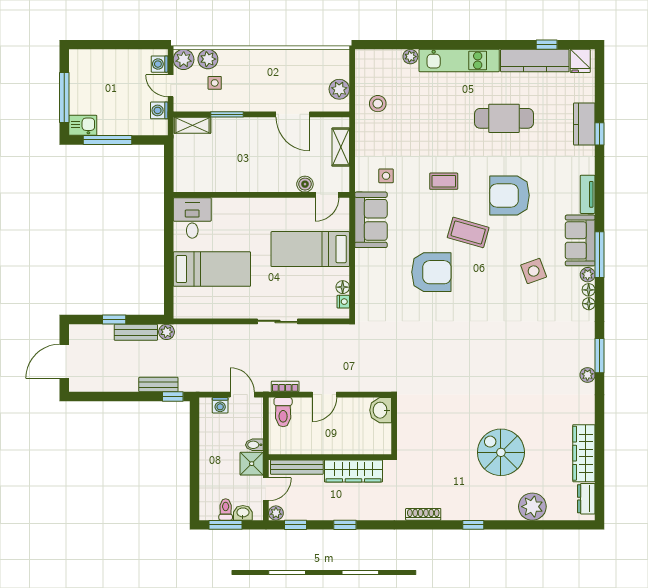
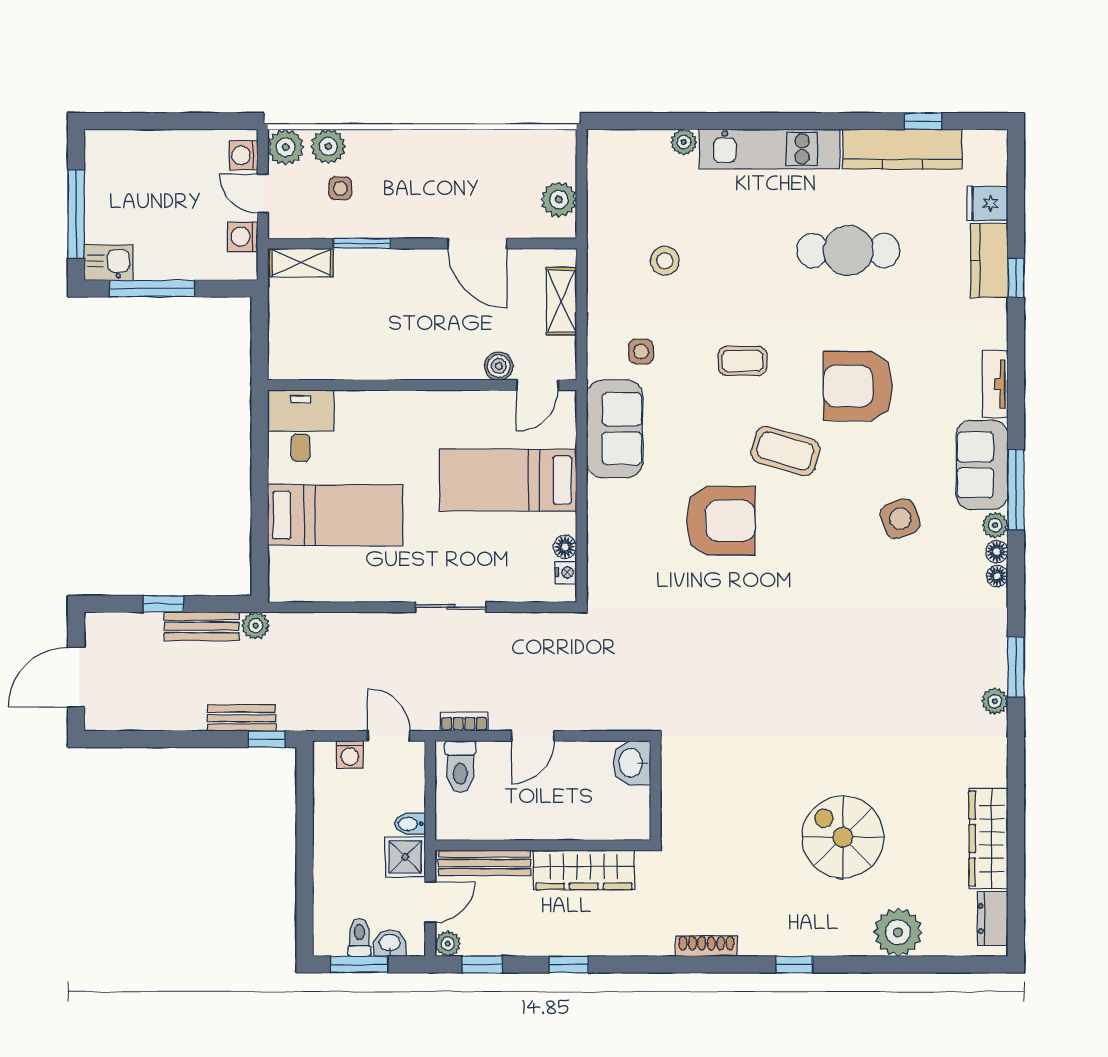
fridge: (580, 61) -> (987, 203), moved, turned 90
stool: (378, 104) -> (665, 261), moved

